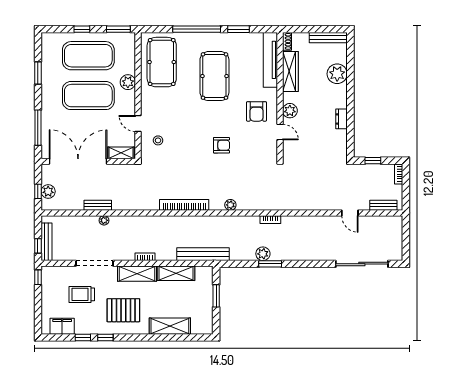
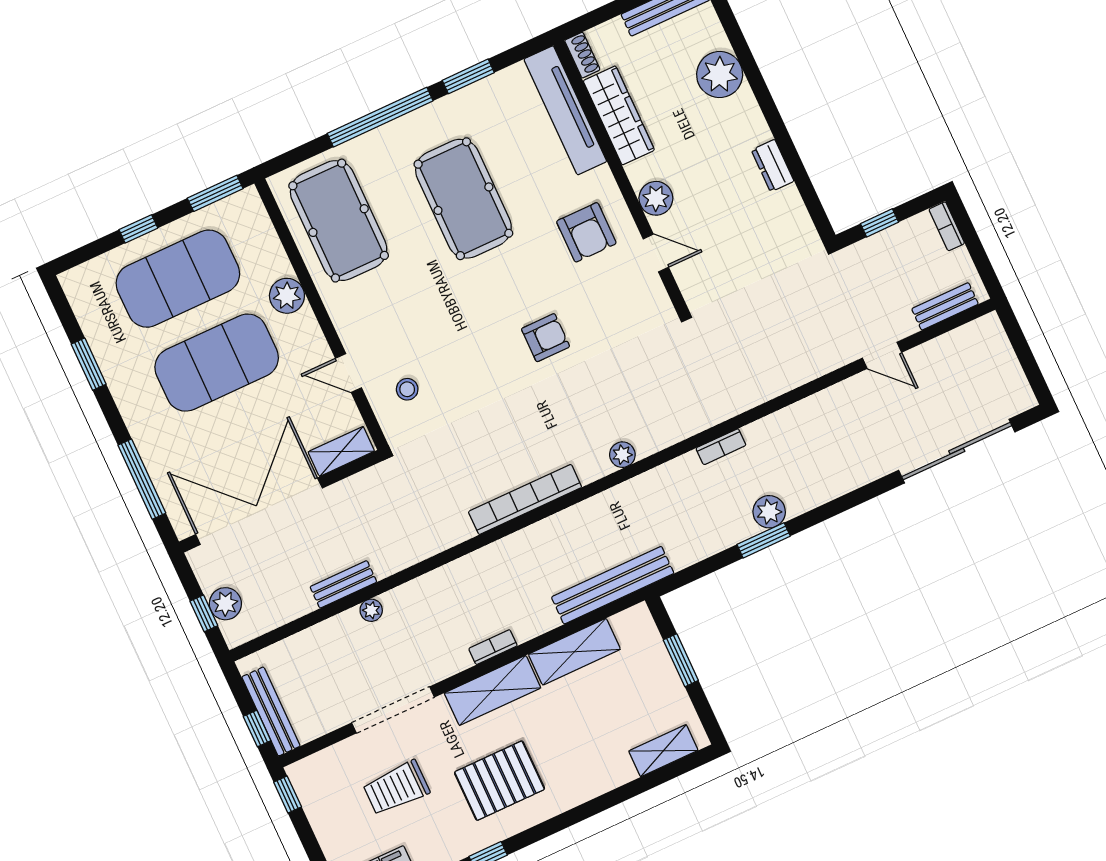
plant: (263, 254) -> (769, 512), moved
shelving: (170, 326) -> (663, 751), moved, width x0.67, depth x0.75

